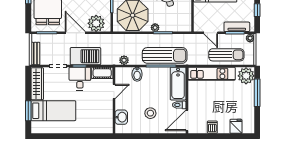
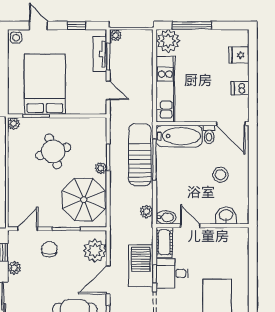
door: (211, 33) -> (108, 90), hinge flipped
sun lounger: (226, 55) -> (139, 68), removed
bidet: (137, 74) -> (166, 217), moved

